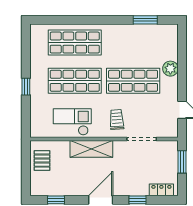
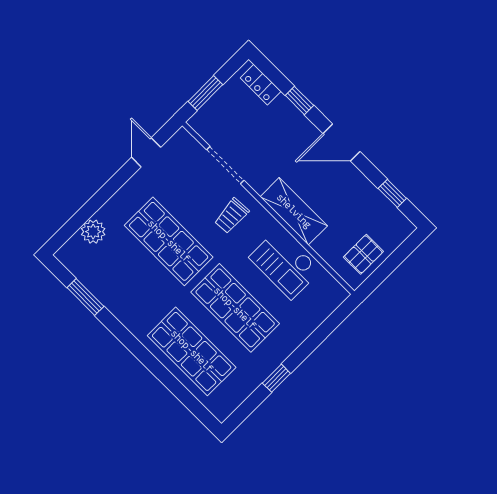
plant: (170, 69) -> (93, 232), moved
window: (26, 87) -> (276, 378), moved

